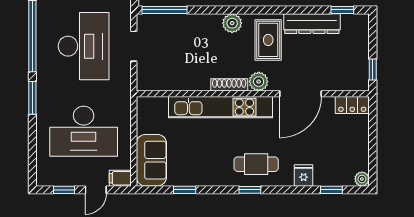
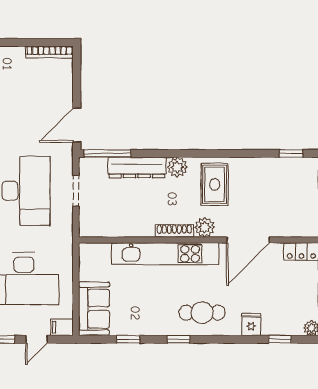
dresser: (312, 24) -> (137, 167), moved
window: (250, 190) -> (178, 339), moved

